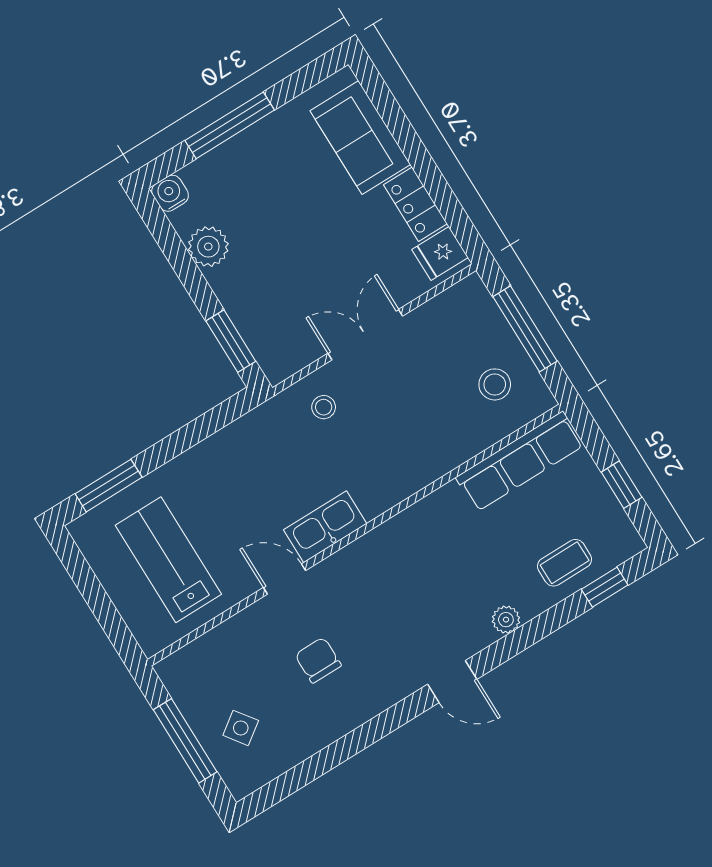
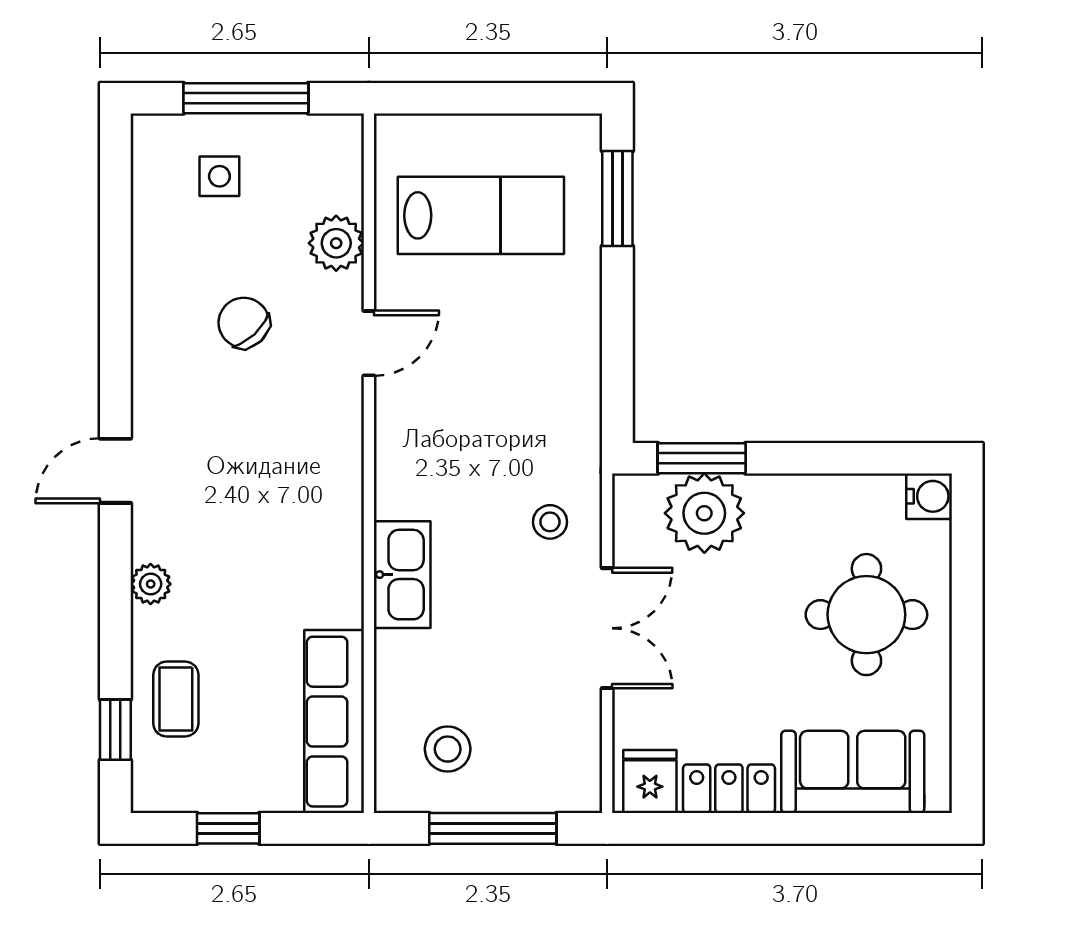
window: (230, 125) -> (967, 621), removed
round table: (263, 187) -> (866, 615), added
plant: (208, 247) -> (704, 513), moved, width x1.36, depth x1.36
kitchen sink: (325, 527) -> (402, 575), moved
plant: (238, 635) -> (336, 243), added
chair: (318, 660) -> (244, 323), turned -133
side table: (241, 728) -> (219, 176), turned 36

